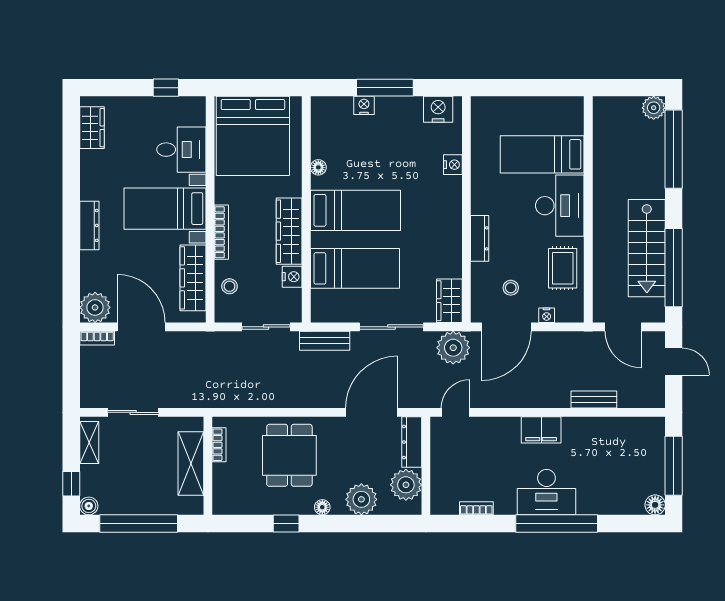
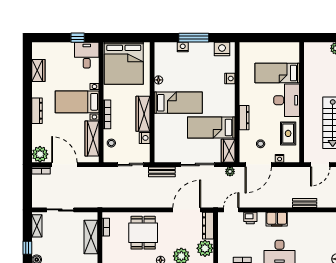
wardrobe: (92, 128) -> (38, 70), moved
desk: (181, 150) -> (87, 55), moved, turned -90
bed: (355, 268) -> (211, 128), moved, turned 180
door: (623, 327) -> (320, 165), hinge flipped
plant: (453, 348) -> (230, 172), width x0.53, depth x0.53
printer: (491, 428) -> (250, 218), added

